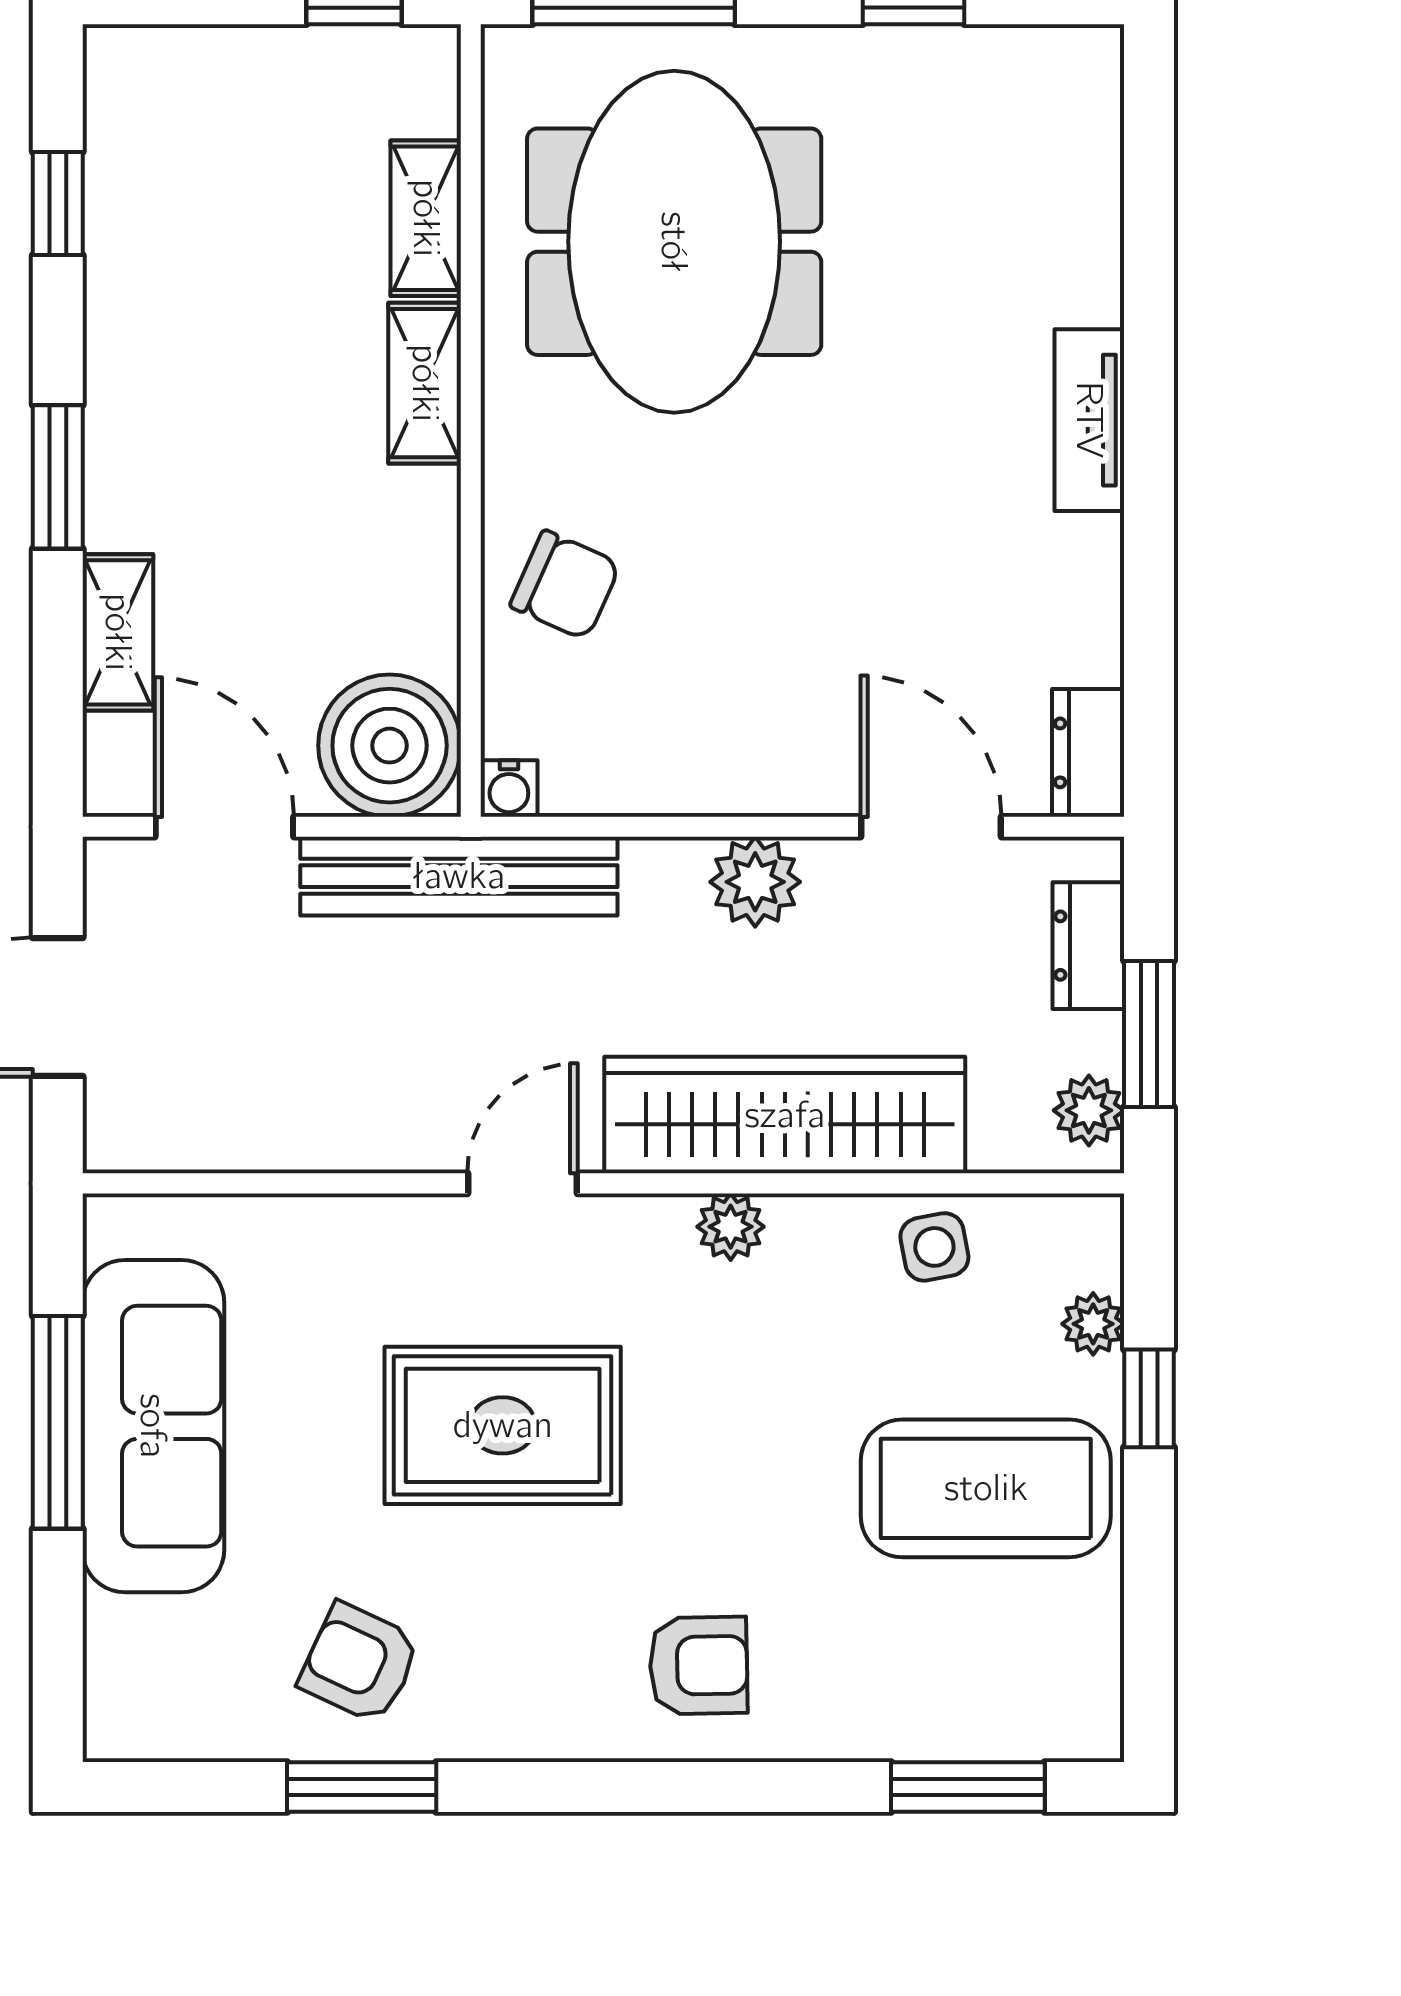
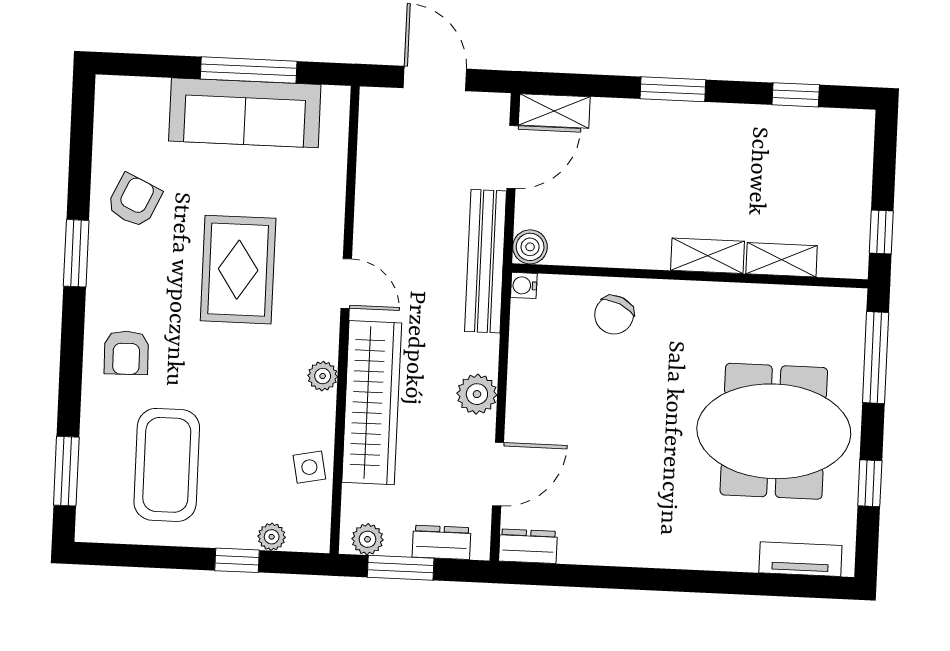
meeting table: (674, 242) -> (774, 431), moved
tv unit: (1089, 420) -> (800, 559), moved
shelving: (118, 632) -> (554, 111), moved
boiler: (390, 746) -> (530, 247), width x0.54, depth x0.54
coffee table: (986, 1488) -> (167, 465), moved
window: (362, 1787) -> (76, 253), moved

